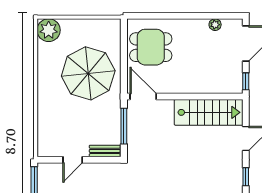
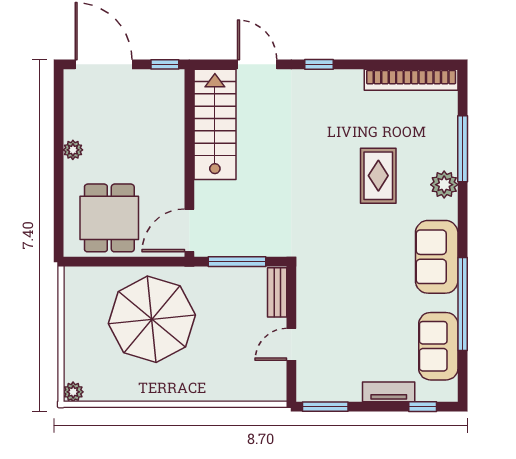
plant: (215, 25) -> (73, 150), moved
plant: (49, 30) -> (73, 392), width x0.53, depth x0.53
door: (73, 160) -> (291, 344), swing flipped

